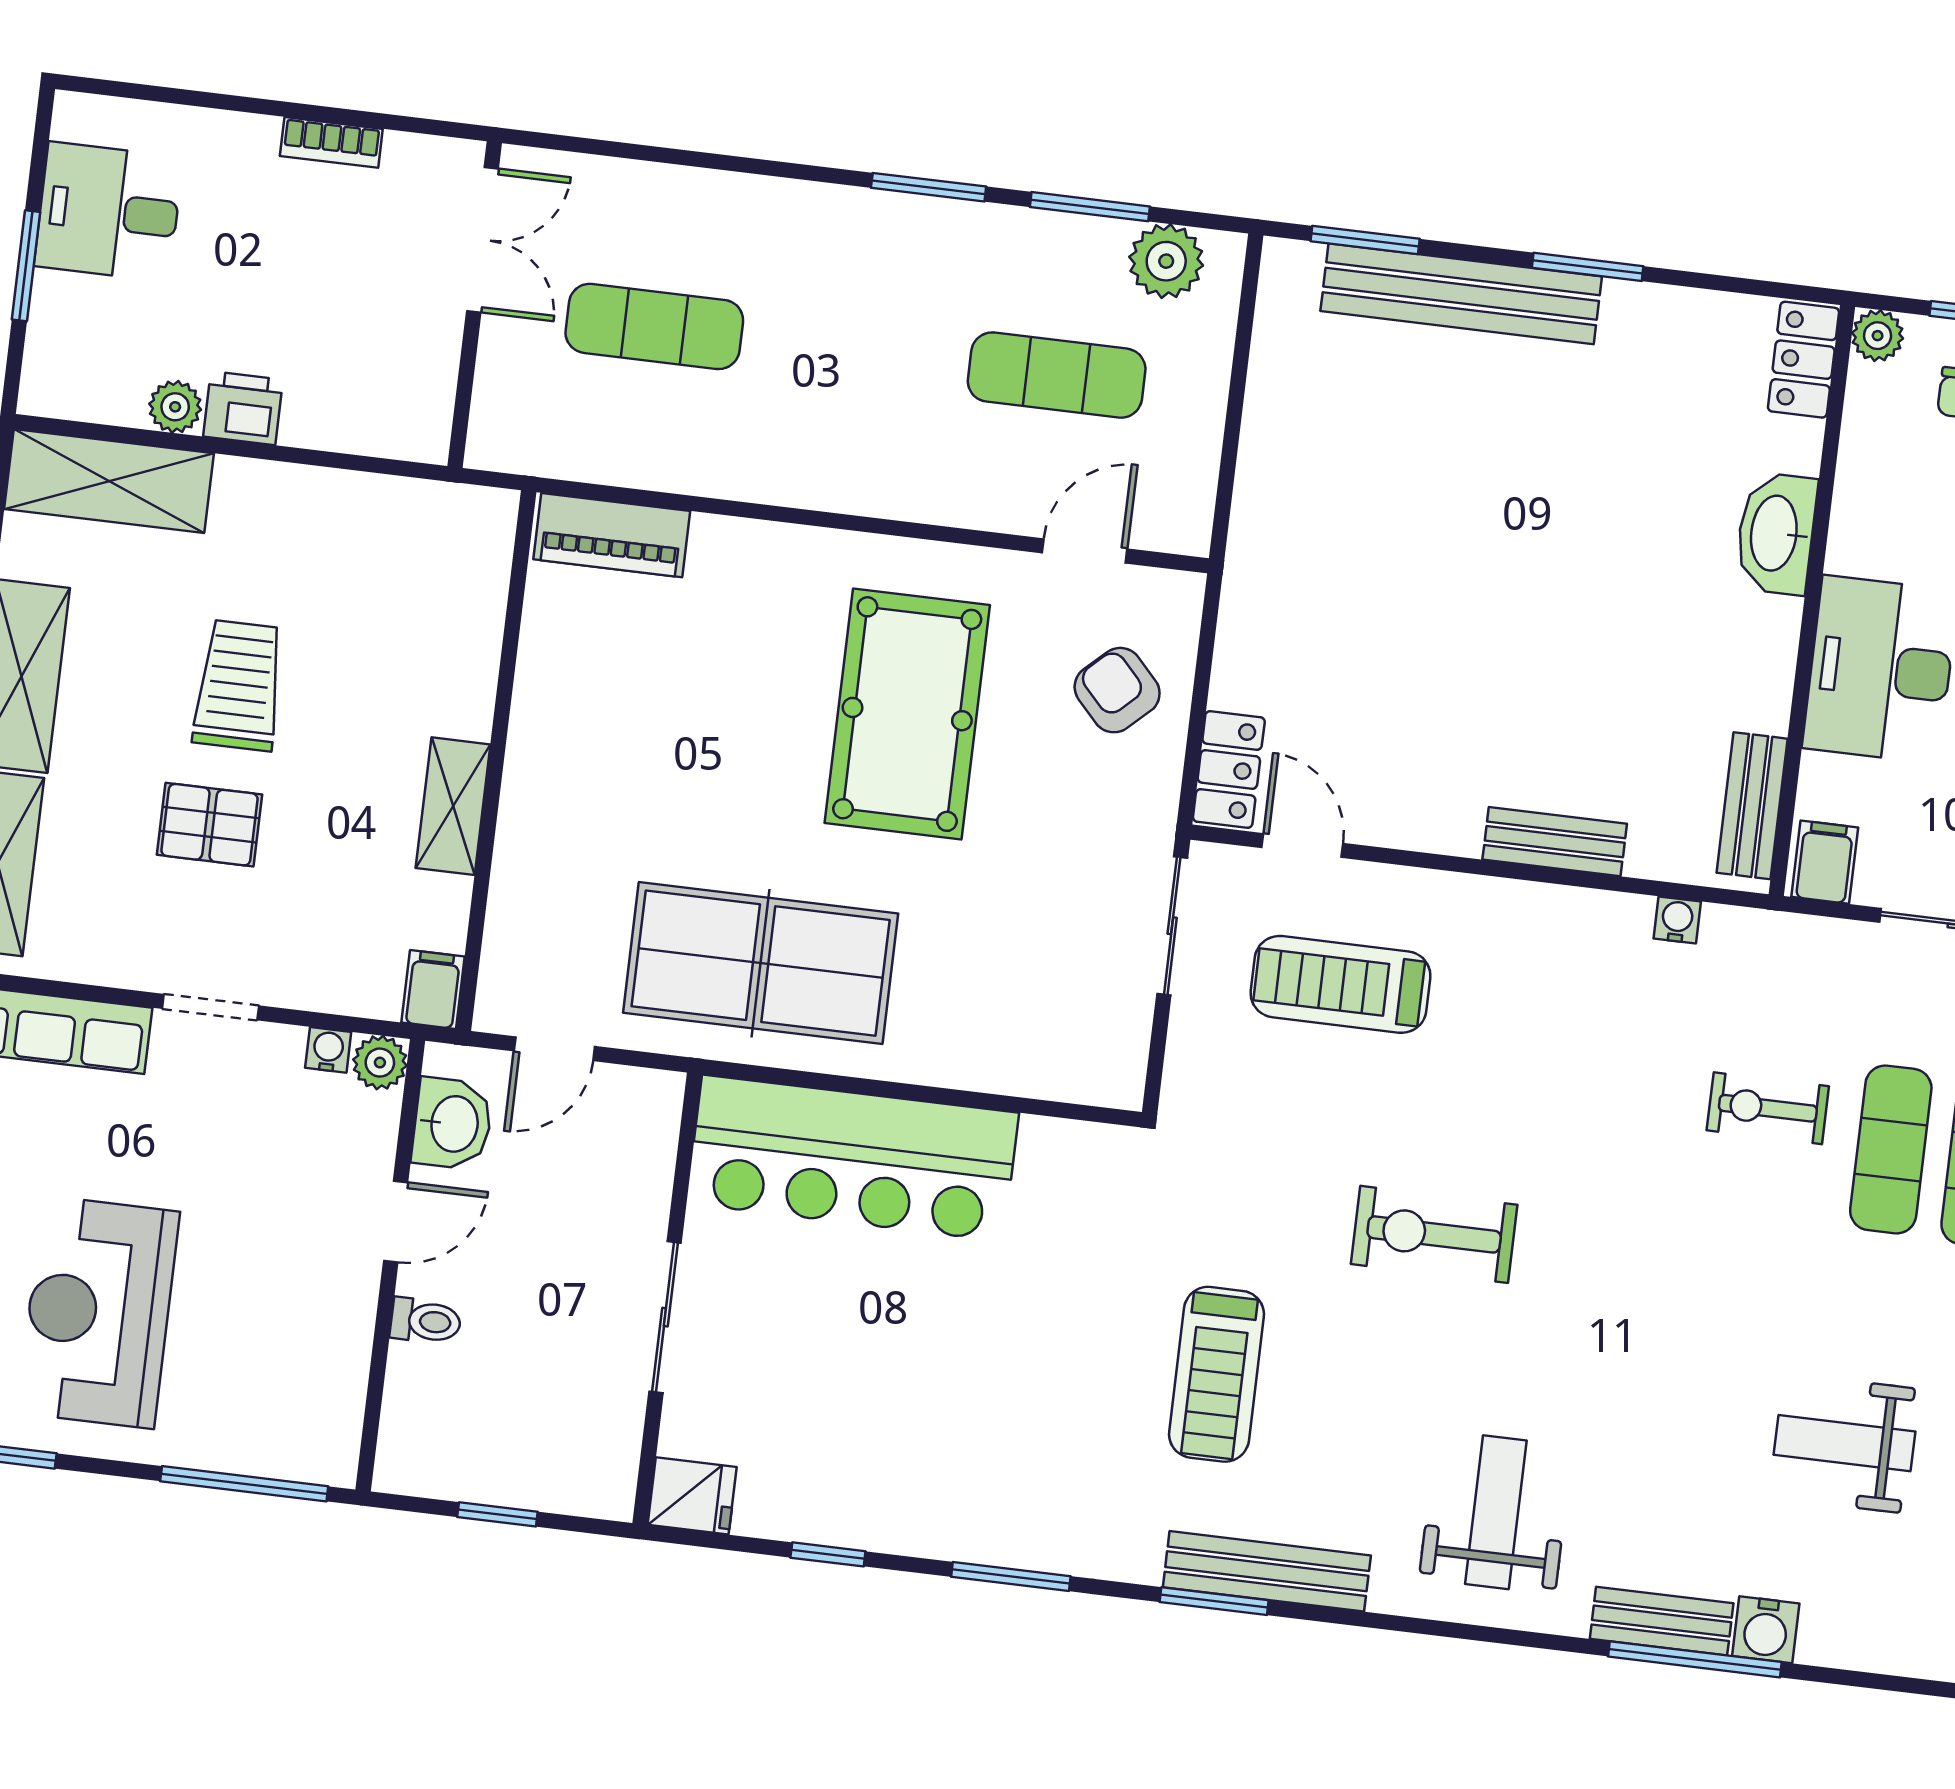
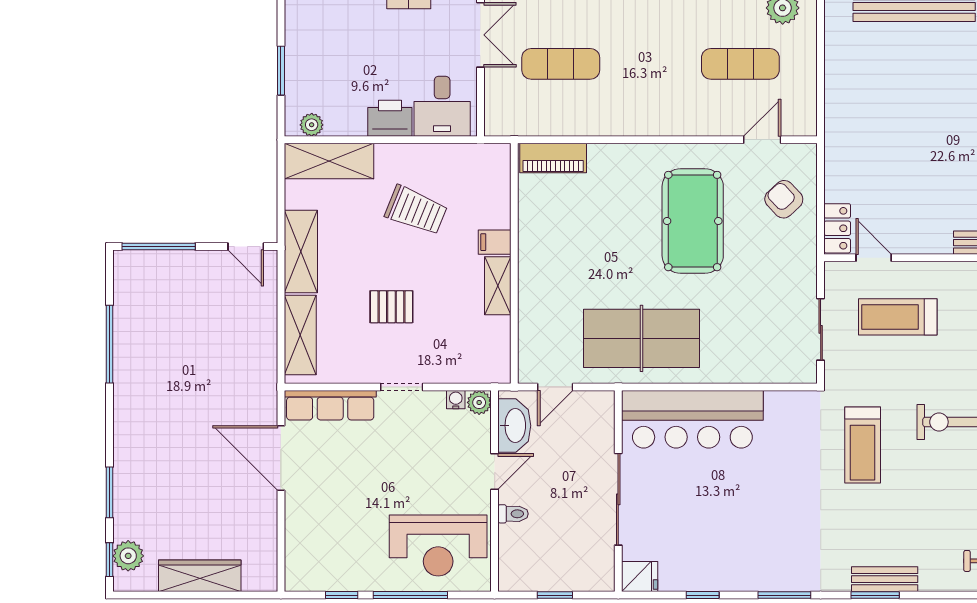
desk: (109, 212) -> (442, 106), moved, turned -90
plant: (175, 407) -> (312, 125), moved
printer: (243, 408) -> (390, 118), width x1.36, depth x1.24
trolley: (239, 685) -> (416, 210), moved, turned 112
sliding door: (1172, 926) -> (821, 329), moved
filing cabinet: (433, 990) -> (495, 242), moved, turned -90
washbasin: (452, 1124) -> (514, 426), width x1.38
reception desk: (98, 1312) -> (438, 546), moved, turned -90
sliding door: (665, 1317) -> (618, 499), width x1.37
treadmill: (1217, 1374) -> (863, 445), moved
window: (244, 1484) -> (410, 595), moved
bench: (1267, 1571) -> (885, 579), width x0.73

